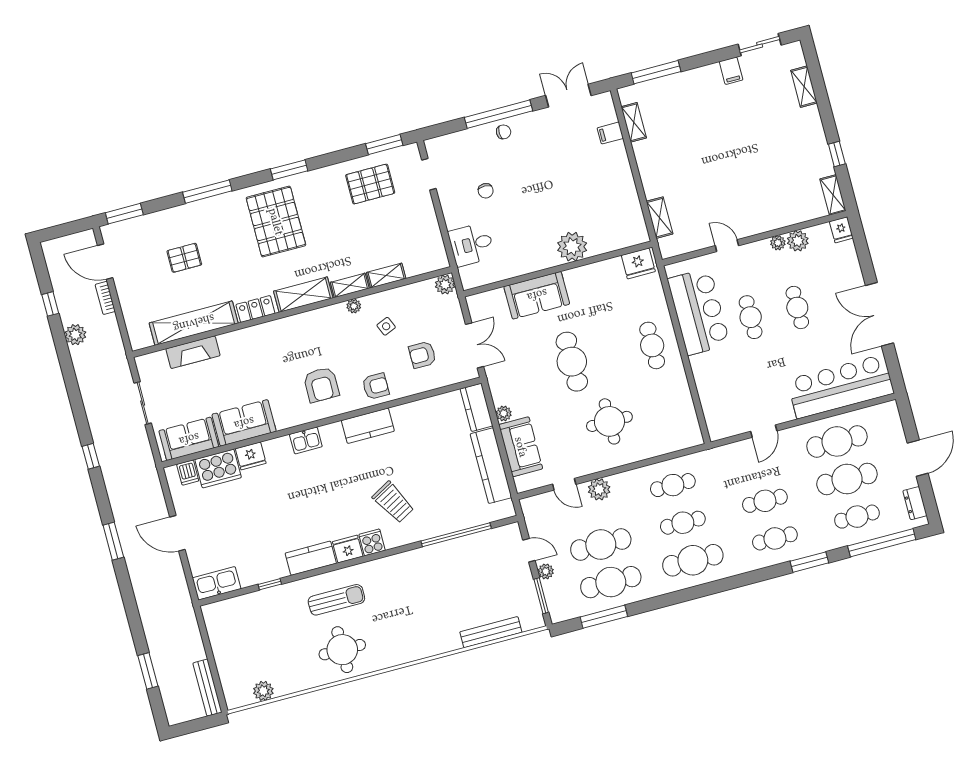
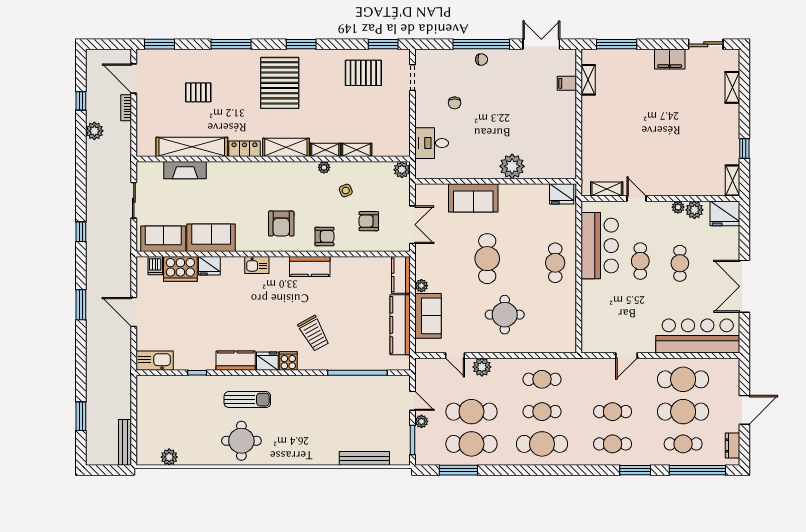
filing cabinet: (731, 71) -> (670, 59), width x2.00
shelving: (660, 218) -> (607, 189), moved, turned 90
fridge: (841, 230) -> (725, 213), width x1.88, depth x1.34

